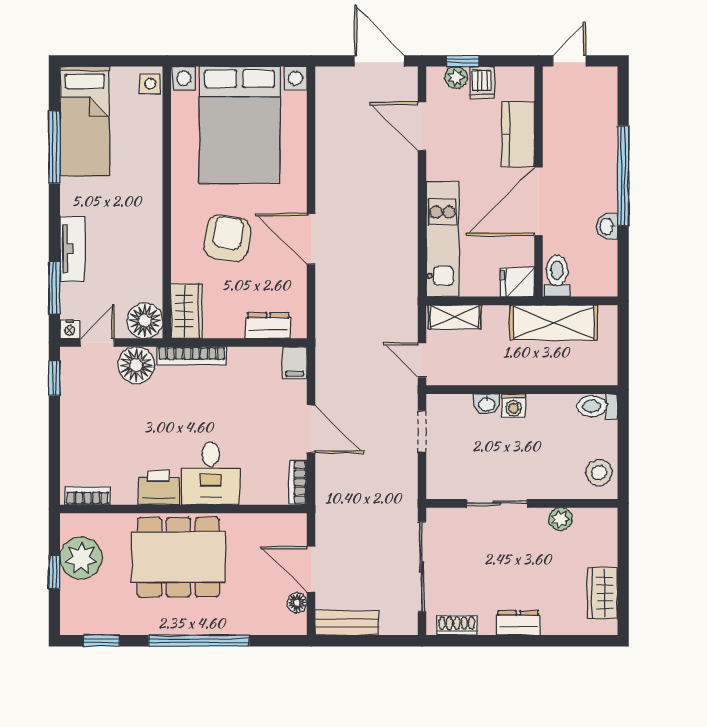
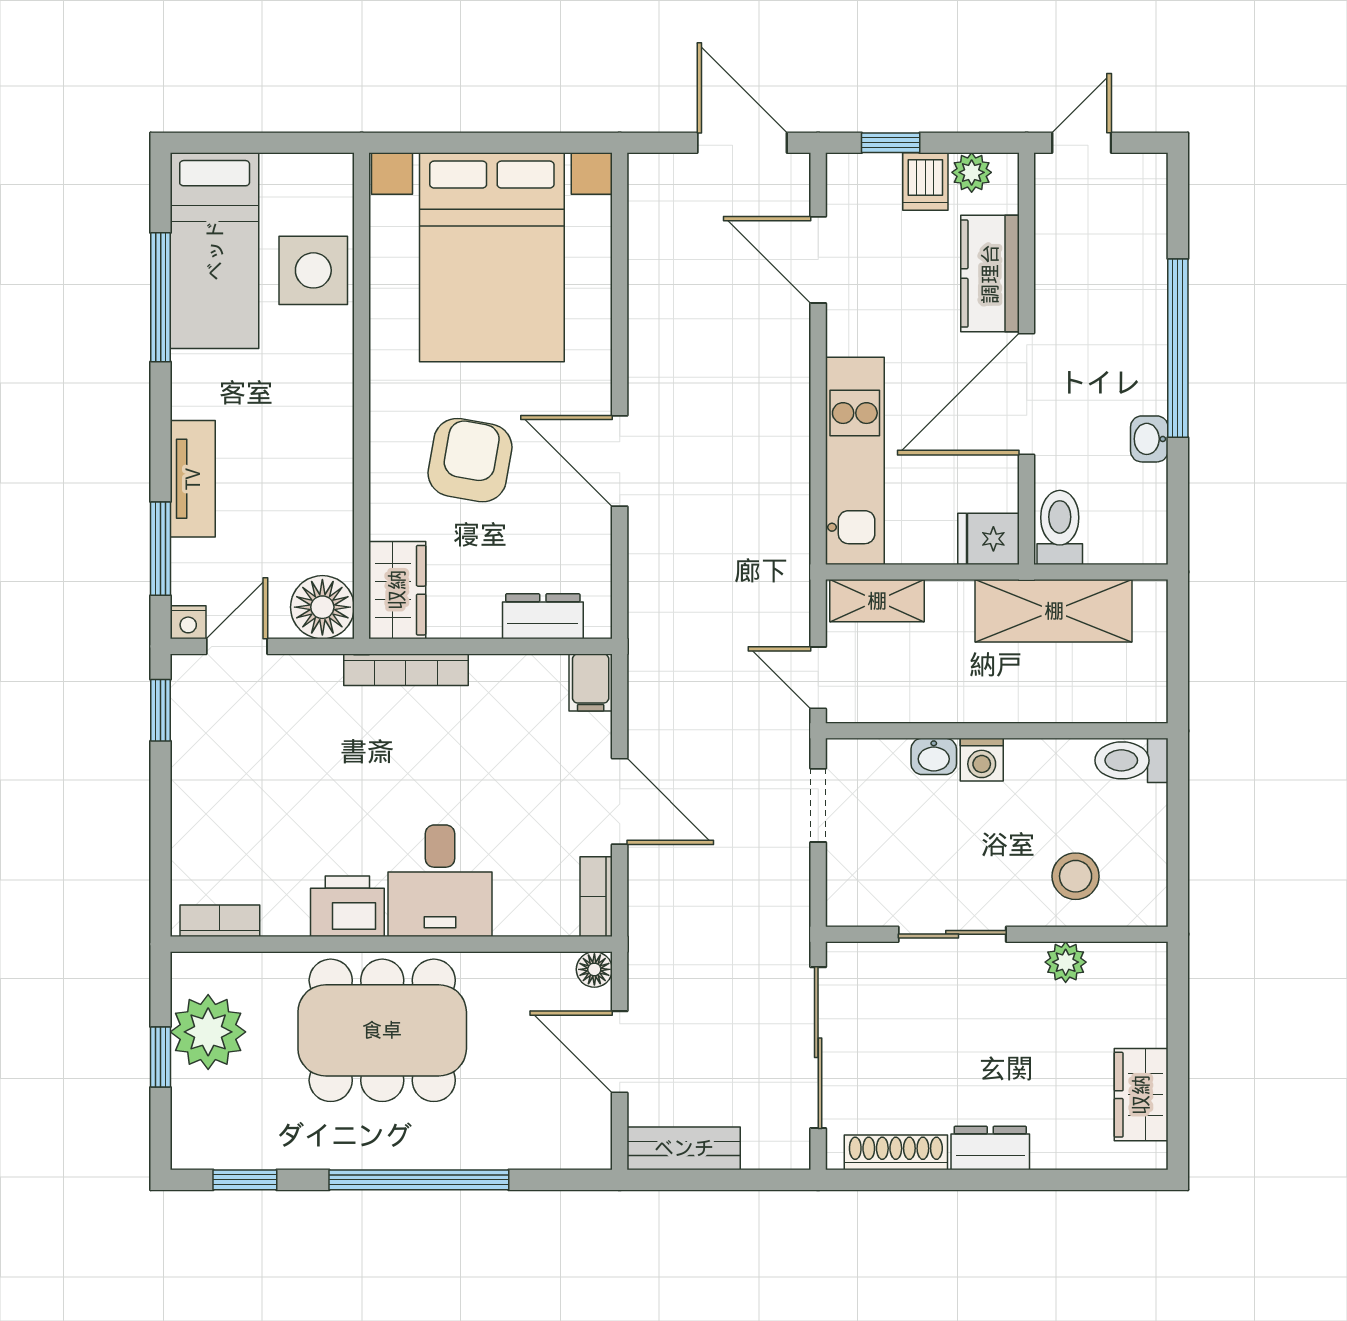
plant: (456, 78) -> (972, 172), moved
side table: (150, 84) -> (313, 270), moved, width x1.87, depth x1.87
floor lamp: (136, 365) -> (307, 687), removed
stool: (599, 473) -> (1076, 876), moved
floor lamp: (297, 603) -> (594, 969), moved
shoe rack: (457, 625) -> (896, 1152), width x1.43

